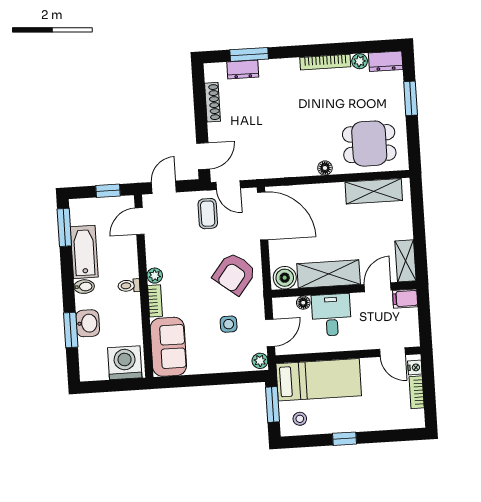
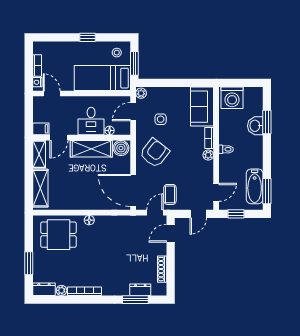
door: (228, 185) -> (155, 213), hinge flipped
shelving: (374, 191) -> (40, 188), moved, turned 90
bathtub: (84, 252) -> (255, 186), moved
bidet: (84, 287) -> (256, 151), removed

